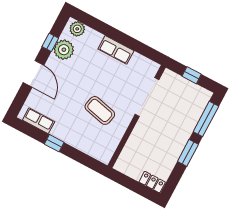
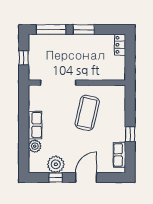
plant: (77, 29) -> (35, 146), moved
coffee table: (100, 110) -> (87, 113), width x1.36, depth x1.32

